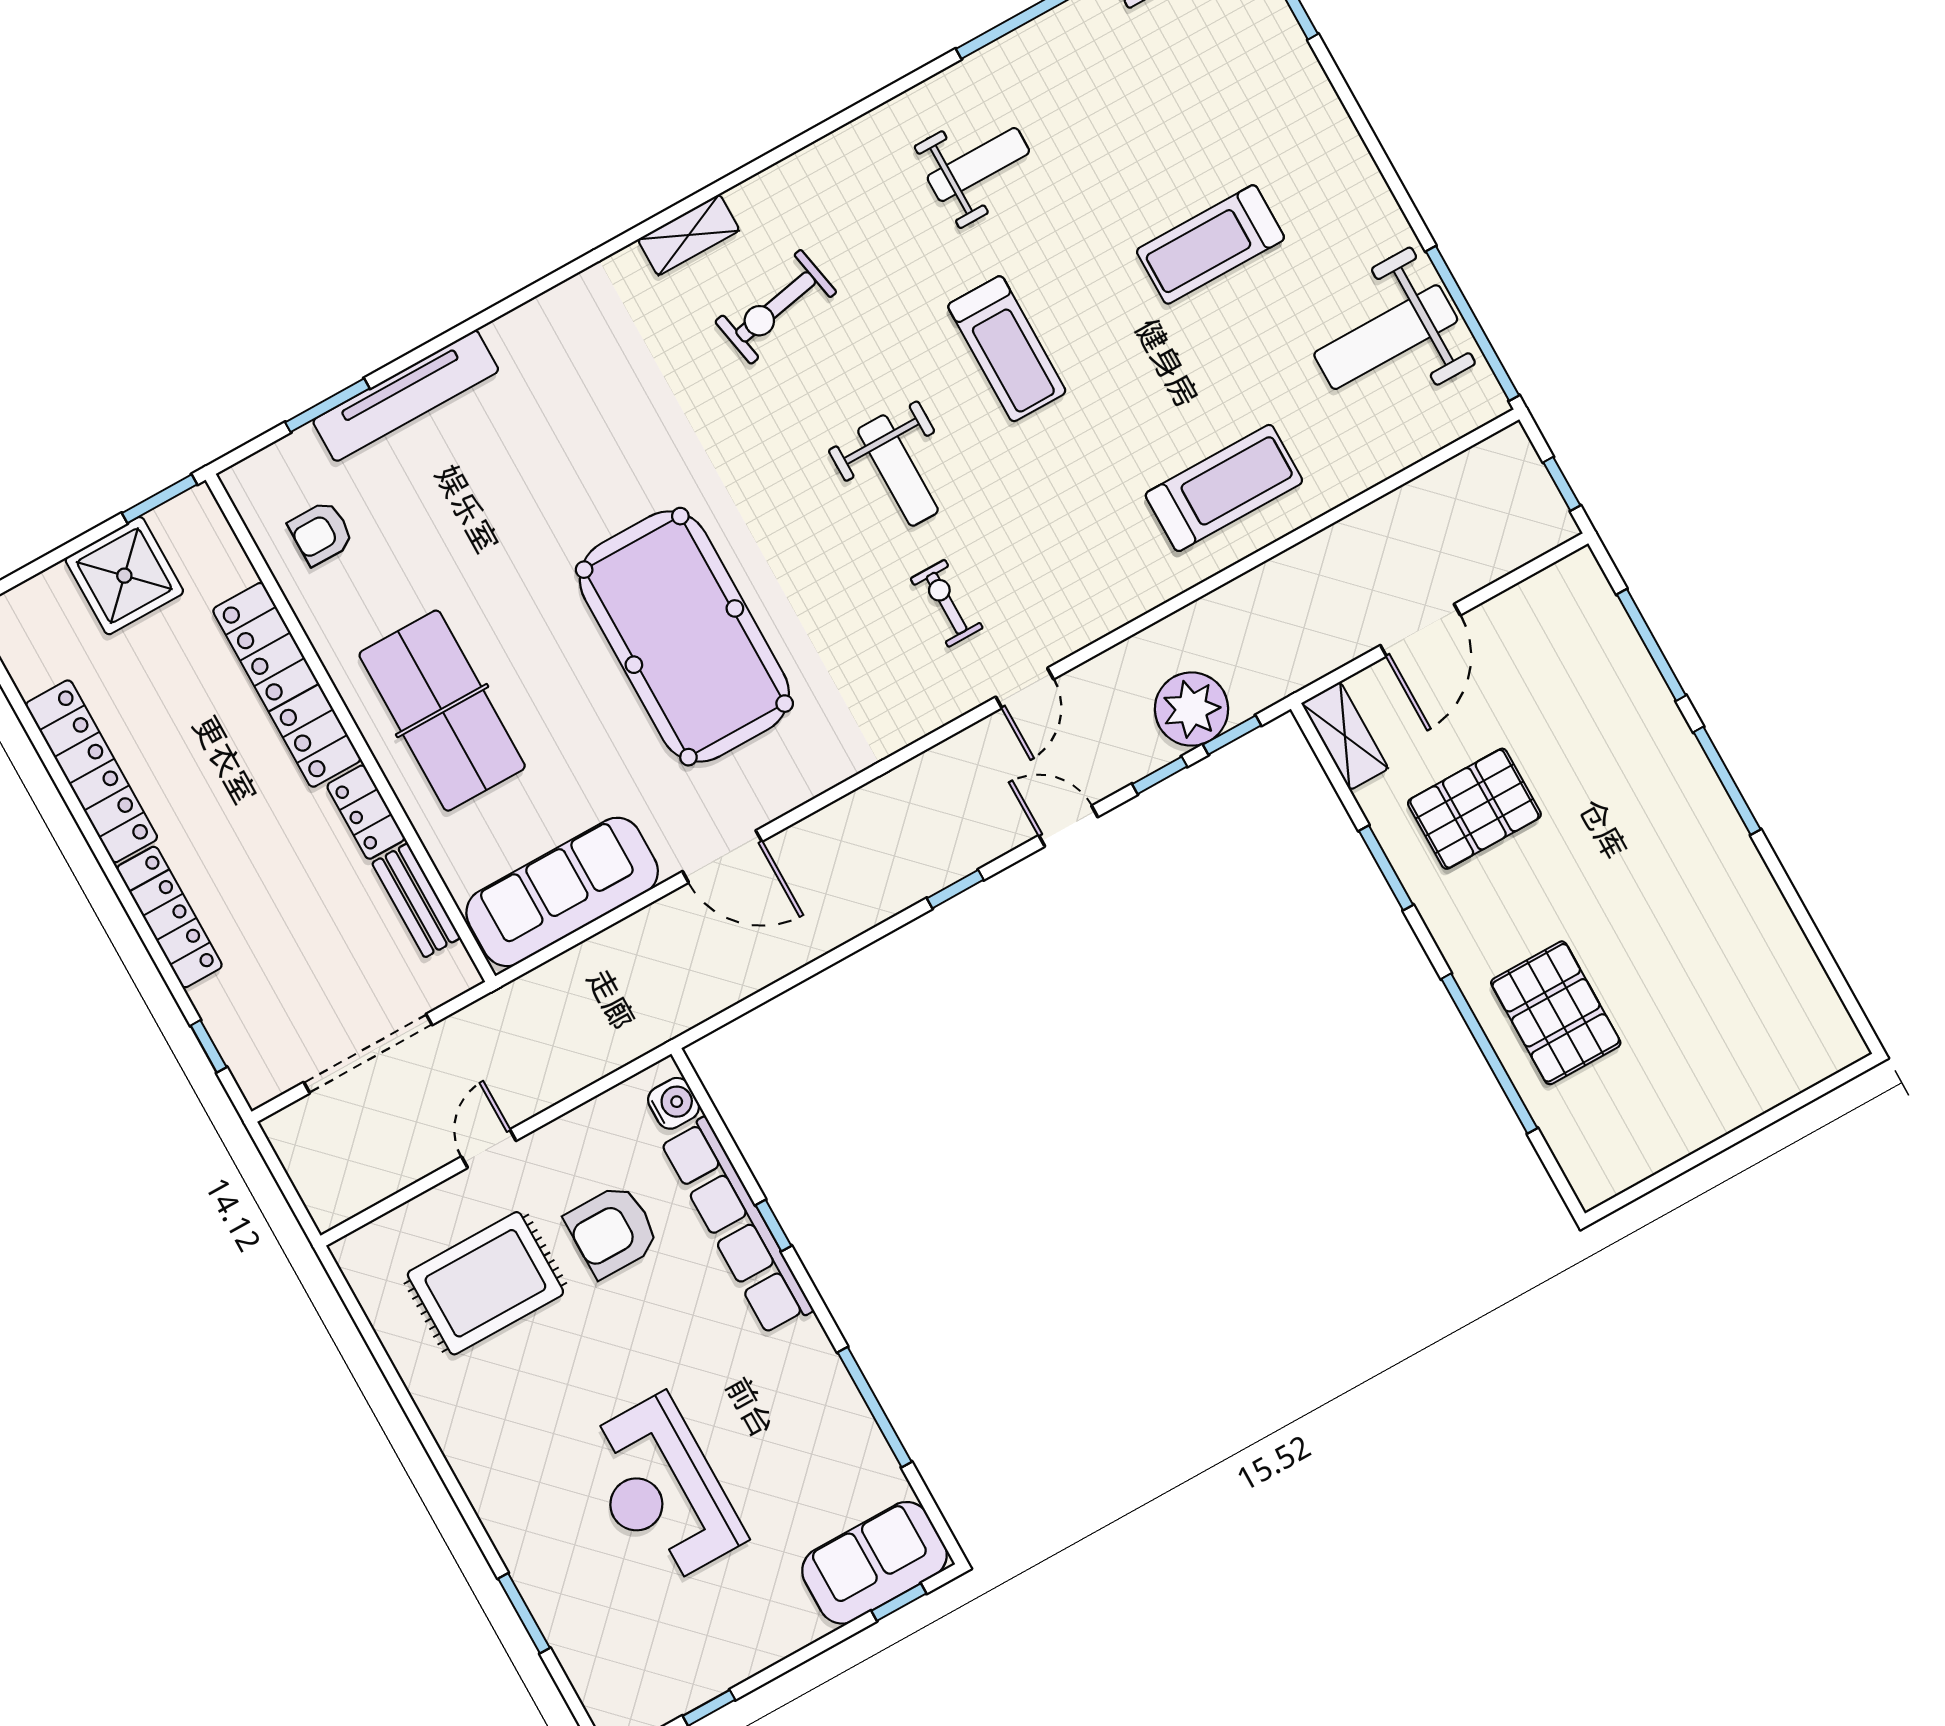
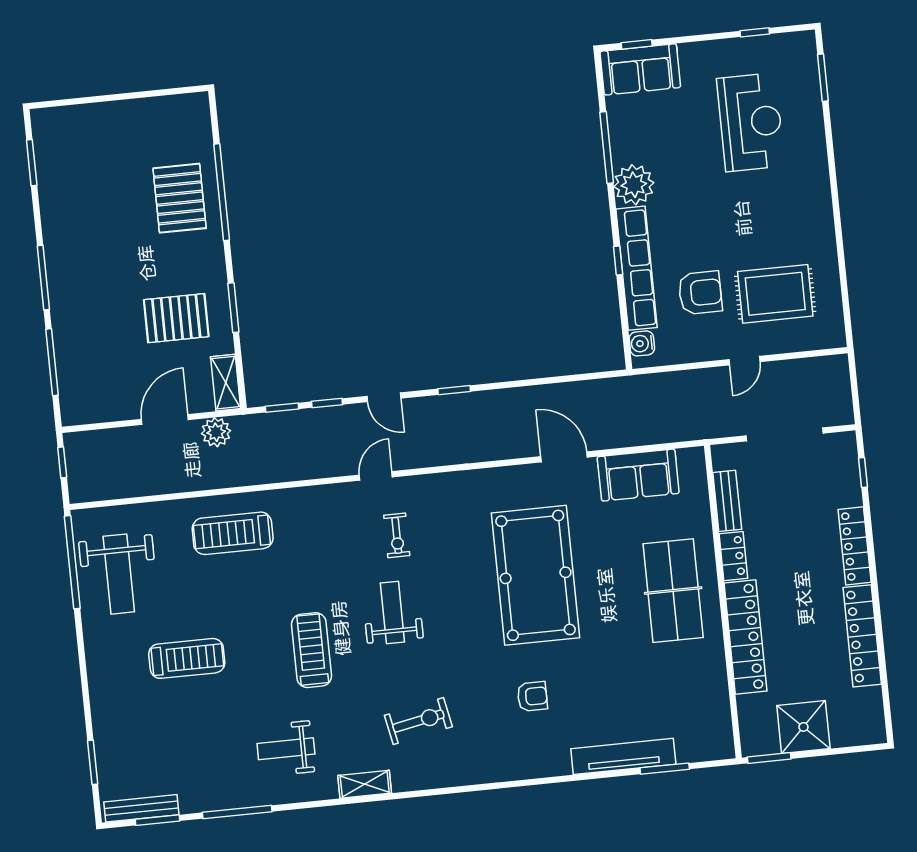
shelving: (689, 235) -> (365, 784), moved
weight bench: (1386, 337) -> (119, 574), turned 90
armchair: (321, 533) -> (532, 696), moved
plant: (1192, 709) -> (216, 432), moved, width x0.73, depth x0.73
sofa: (562, 892) -> (638, 475), width x0.73
window: (1830, 966) -> (32, 163), added
plant: (802, 1364) -> (634, 185), added
reception desk: (661, 1491) -> (751, 122), moved
window: (524, 1613) -> (823, 78), moved

